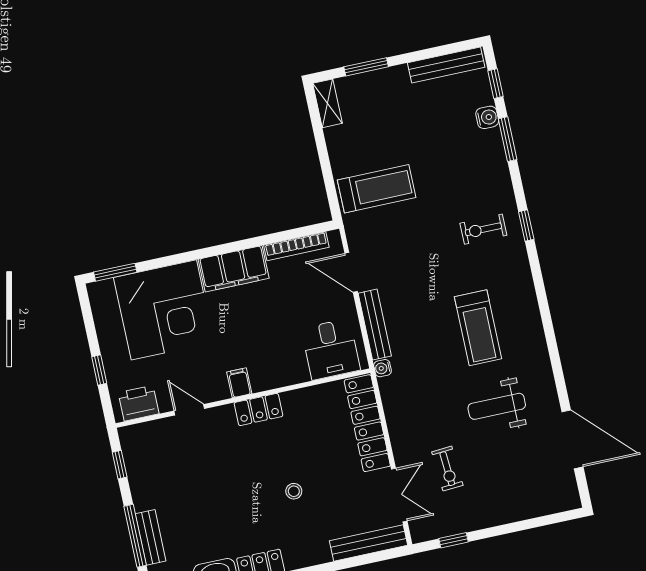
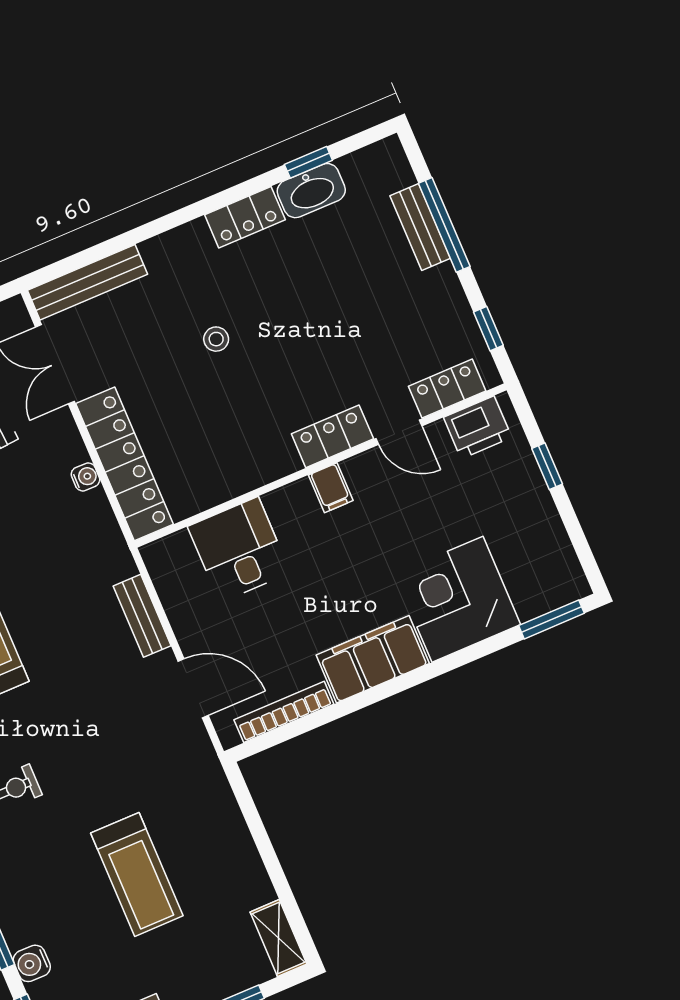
treadmill: (377, 189) -> (137, 874), moved, turned -90
corner desk: (164, 310) -> (457, 599), width x0.74, depth x0.74
bench: (375, 325) -> (142, 616), width x0.73
desk: (331, 349) -> (239, 550), moved
water cooler: (383, 368) -> (85, 477), moved
locker: (258, 409) -> (332, 436), moved
locker: (153, 432) -> (447, 389), added

